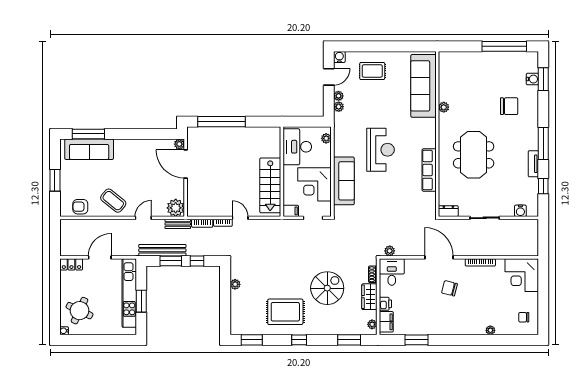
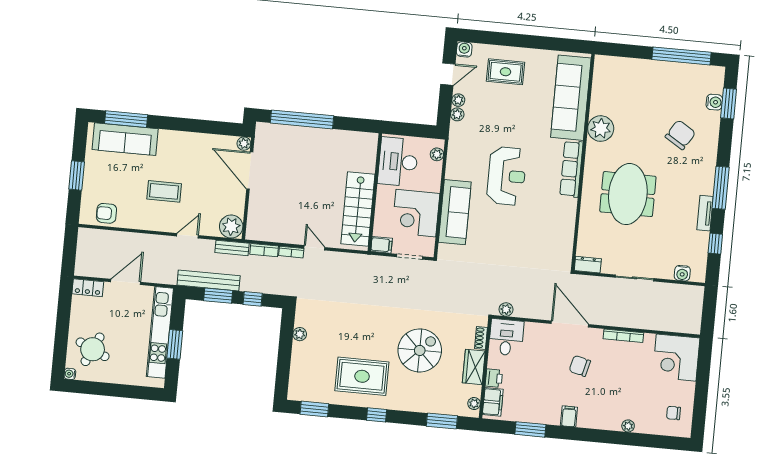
chair: (509, 106) -> (680, 135), turned -58
plant: (444, 107) -> (601, 129), width x1.88, depth x1.88
row of seats: (429, 170) -> (572, 169), moved
coffee table: (113, 201) -> (164, 191), moved, turned -39
filing cabinet: (445, 327) -> (569, 416), added

